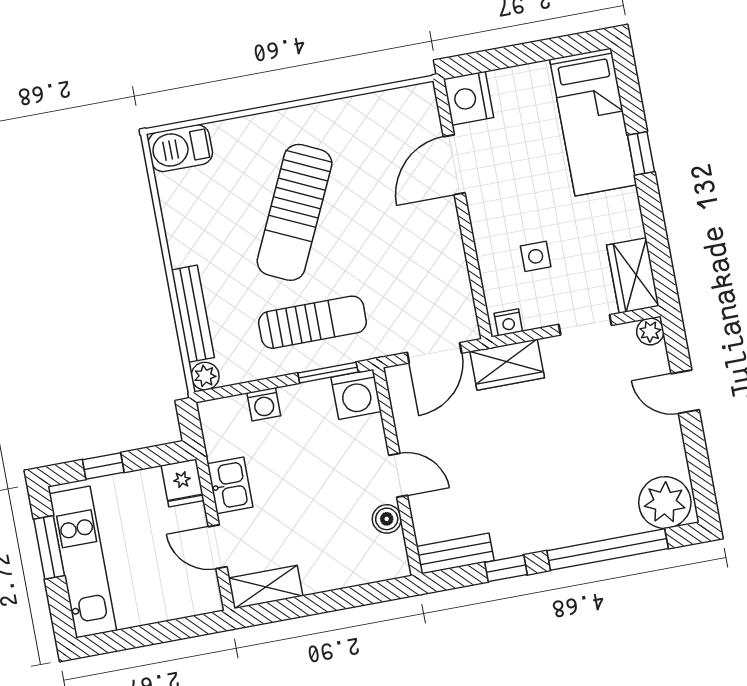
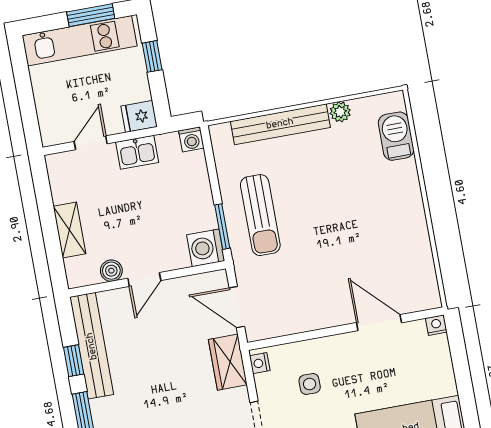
nightstand: (468, 98) -> (436, 325), width x0.53, depth x0.56
barbecue: (180, 148) -> (396, 136), moved
sun lounger: (295, 212) -> (343, 202), removed
bench: (193, 314) -> (280, 124), width x1.37, depth x1.21
plant: (205, 376) -> (340, 112), moved
washing machine: (264, 404) -> (191, 139), moved, turned -90
bench: (455, 553) -> (92, 346), width x1.86, depth x1.21
shelving: (266, 587) -> (70, 230), moved

